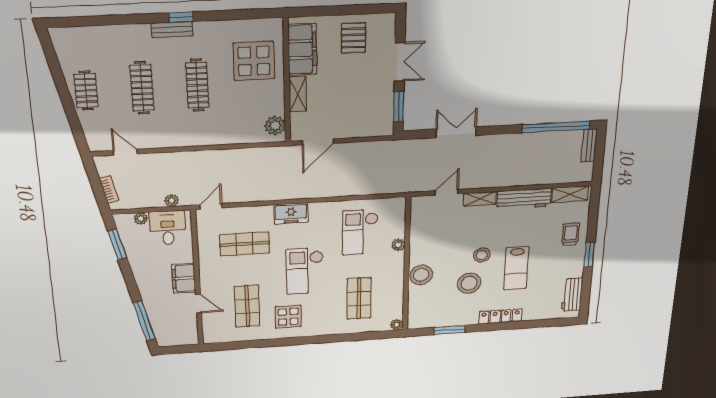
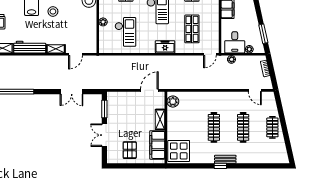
display table: (254, 61) -> (179, 151), moved
shop shelf: (245, 244) -> (192, 29), turned 90

